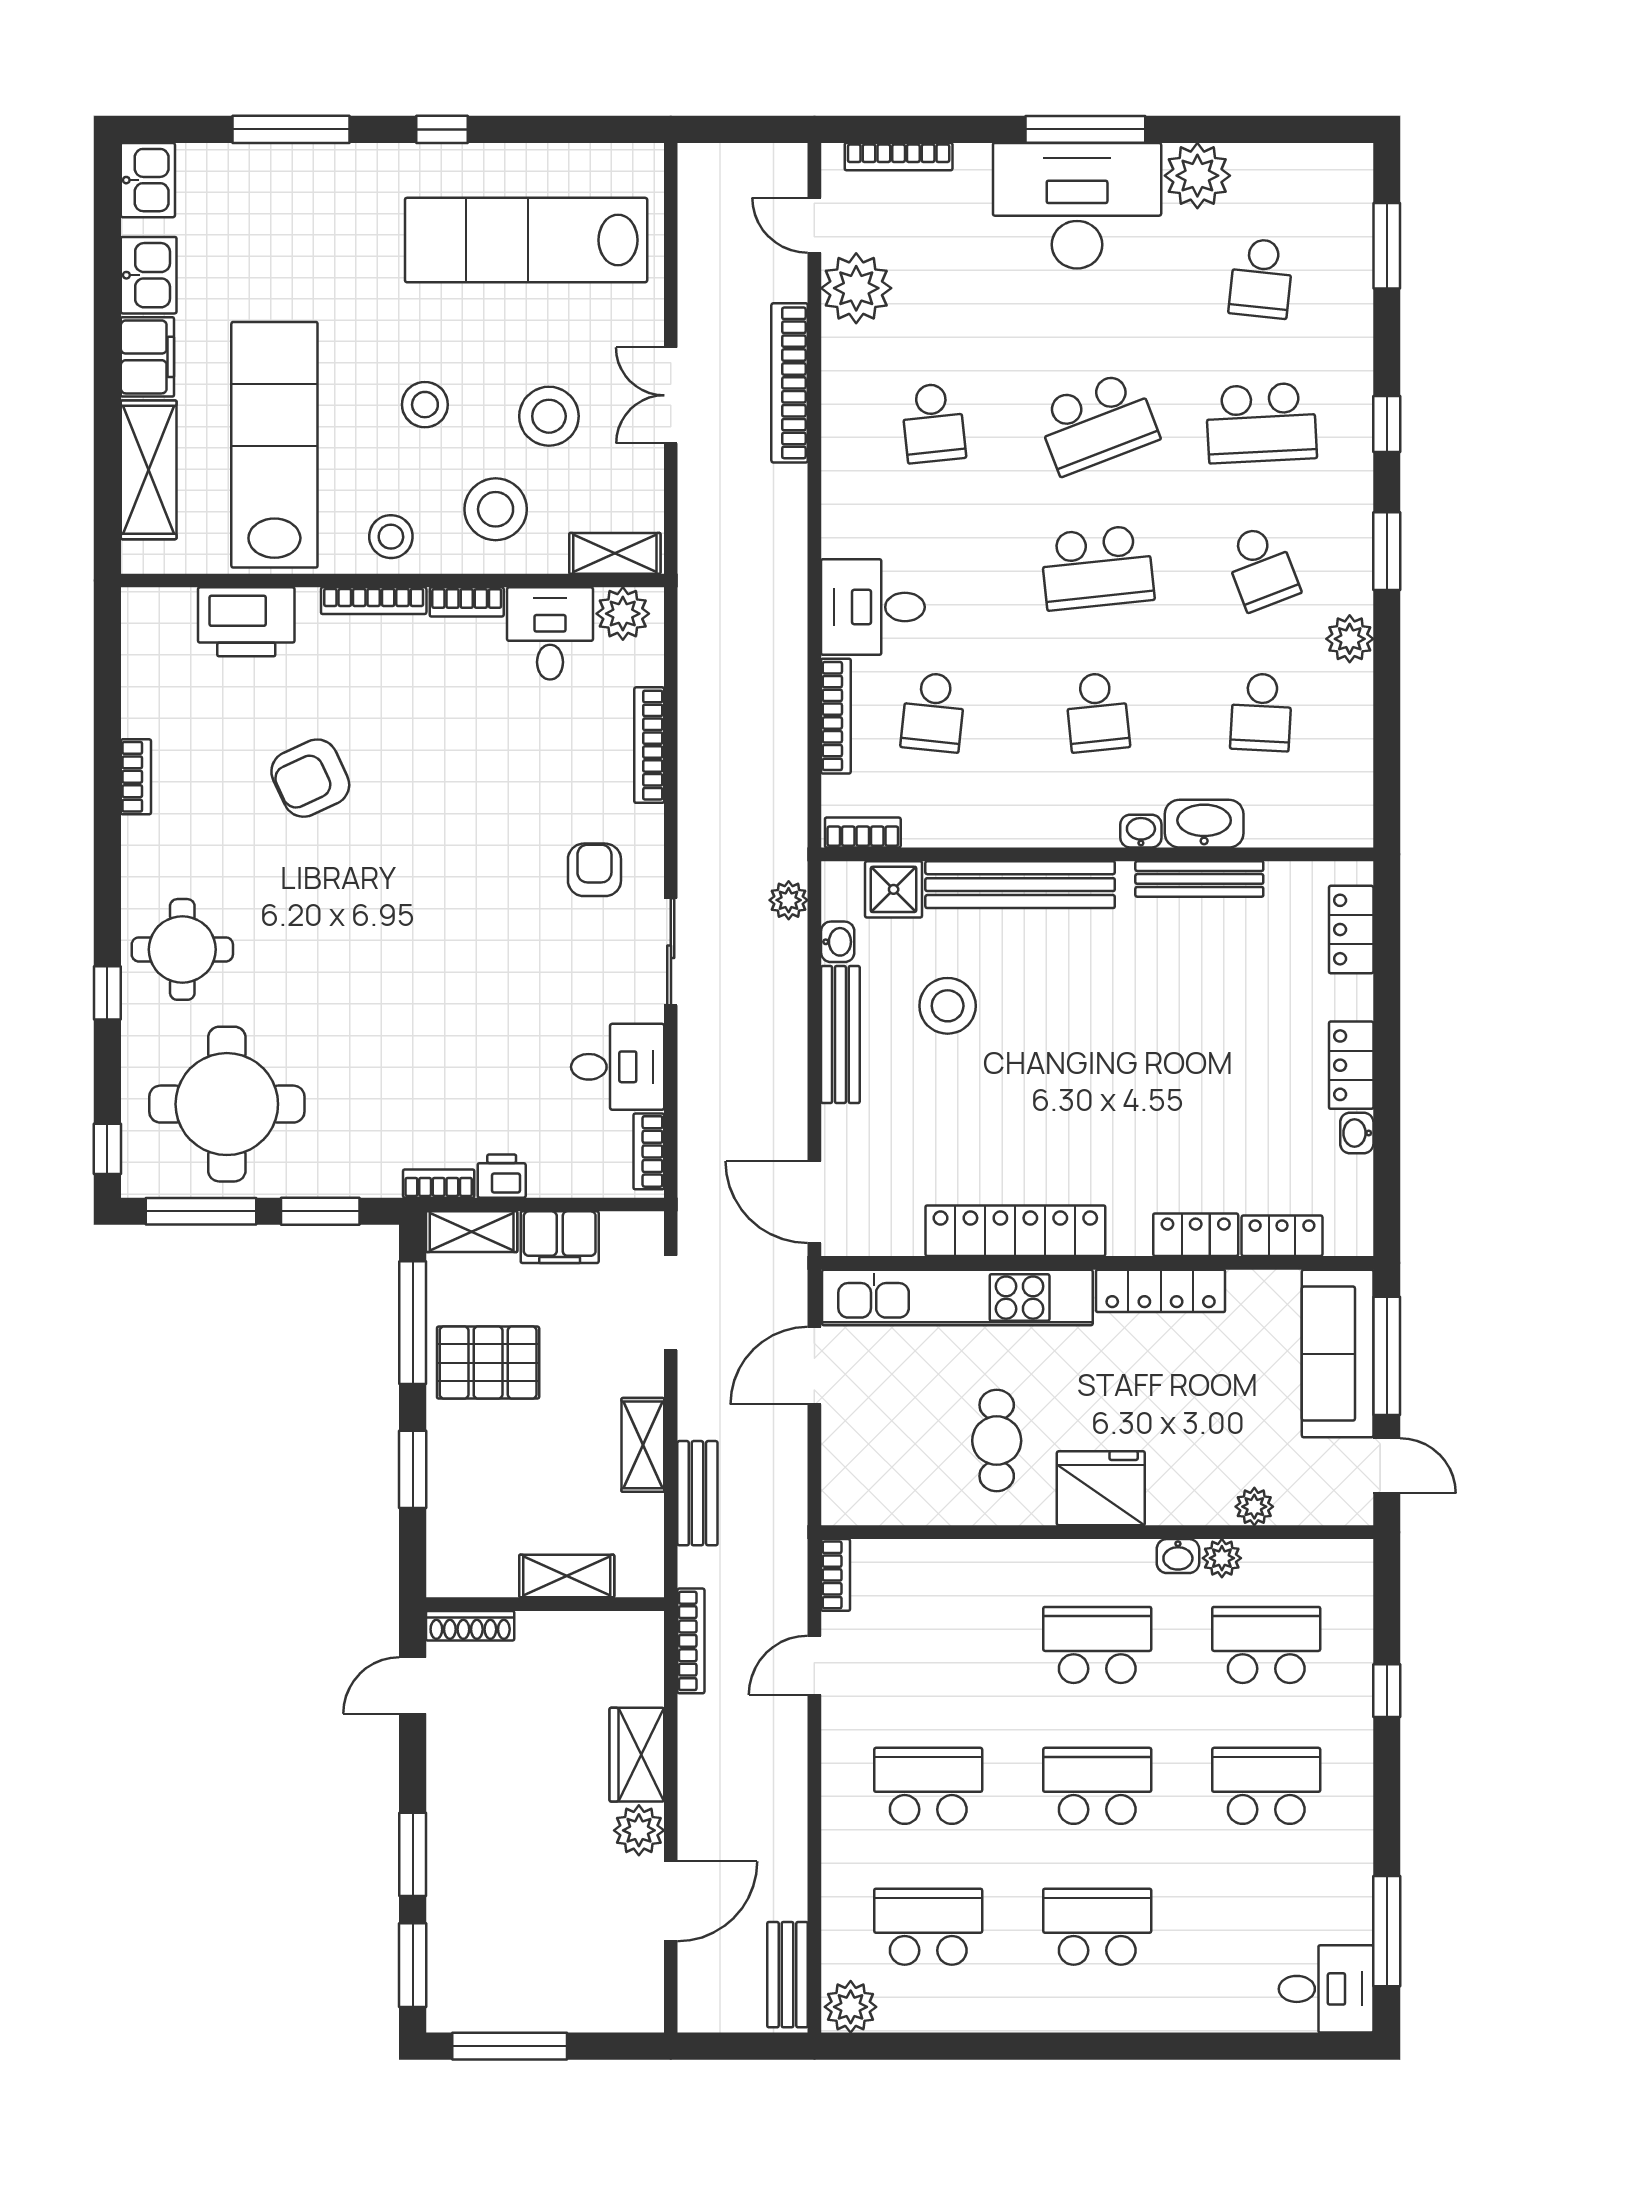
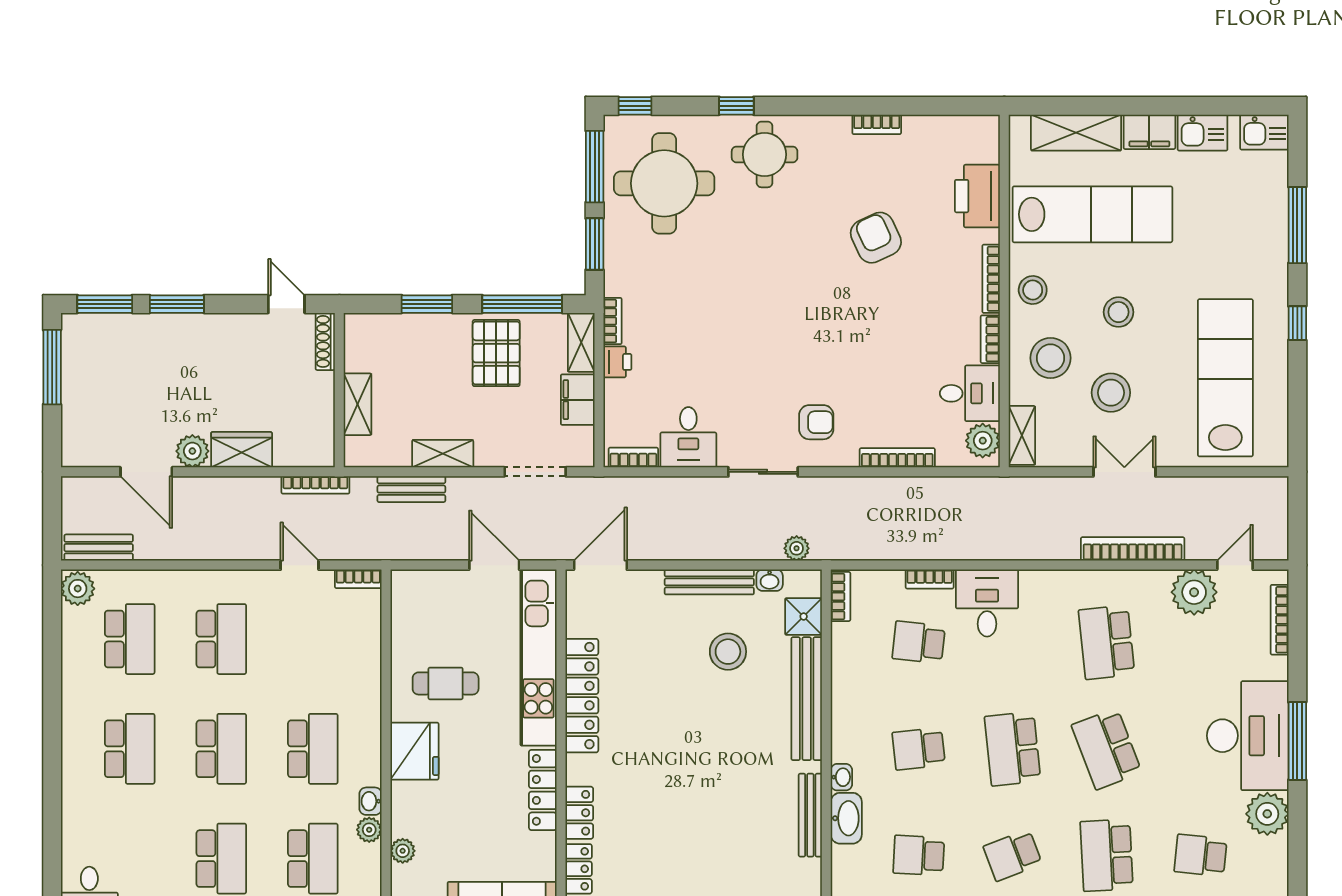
school desk: (933, 423) -> (1107, 642), width x1.85
bookcase: (836, 716) -> (930, 579), width x0.64

